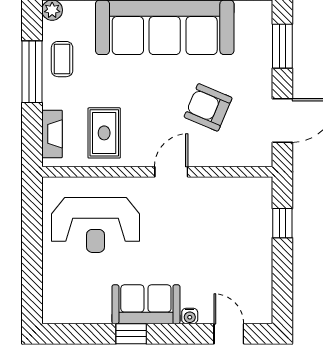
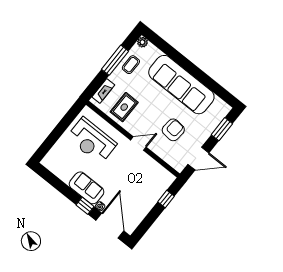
armchair: (208, 107) -> (173, 130), turned 72
window: (131, 334) -> (85, 206), moved
door: (229, 334) -> (110, 226), width x1.87

